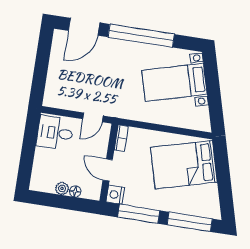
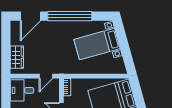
wardrobe: (55, 83) -> (17, 57), added

